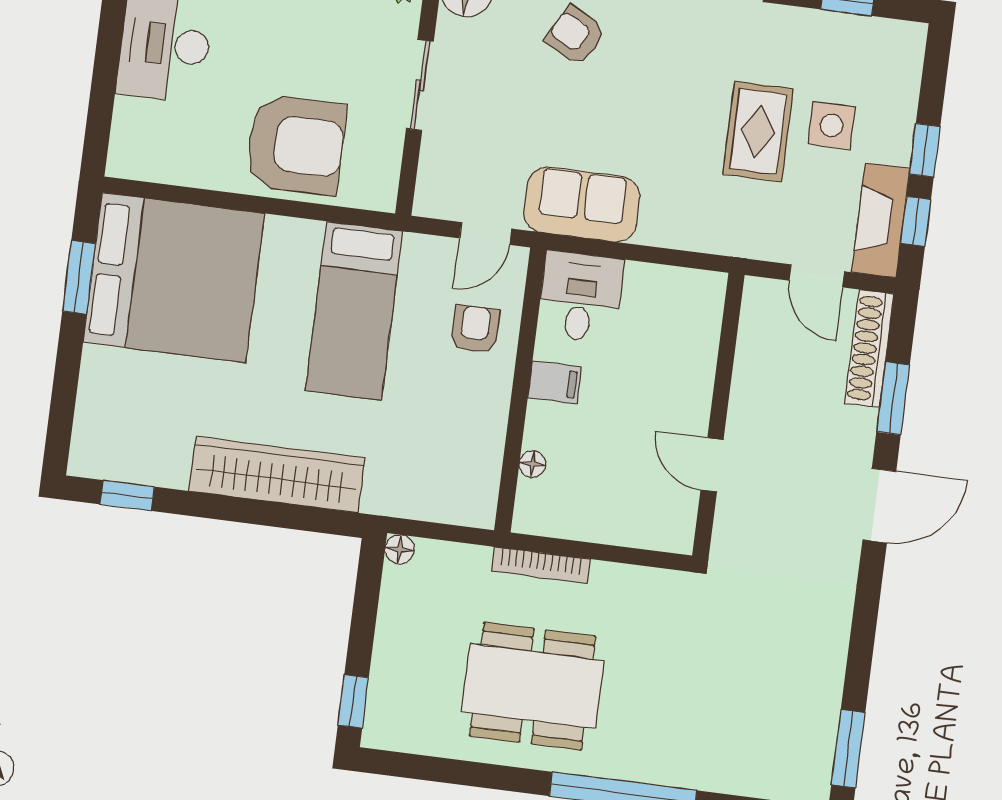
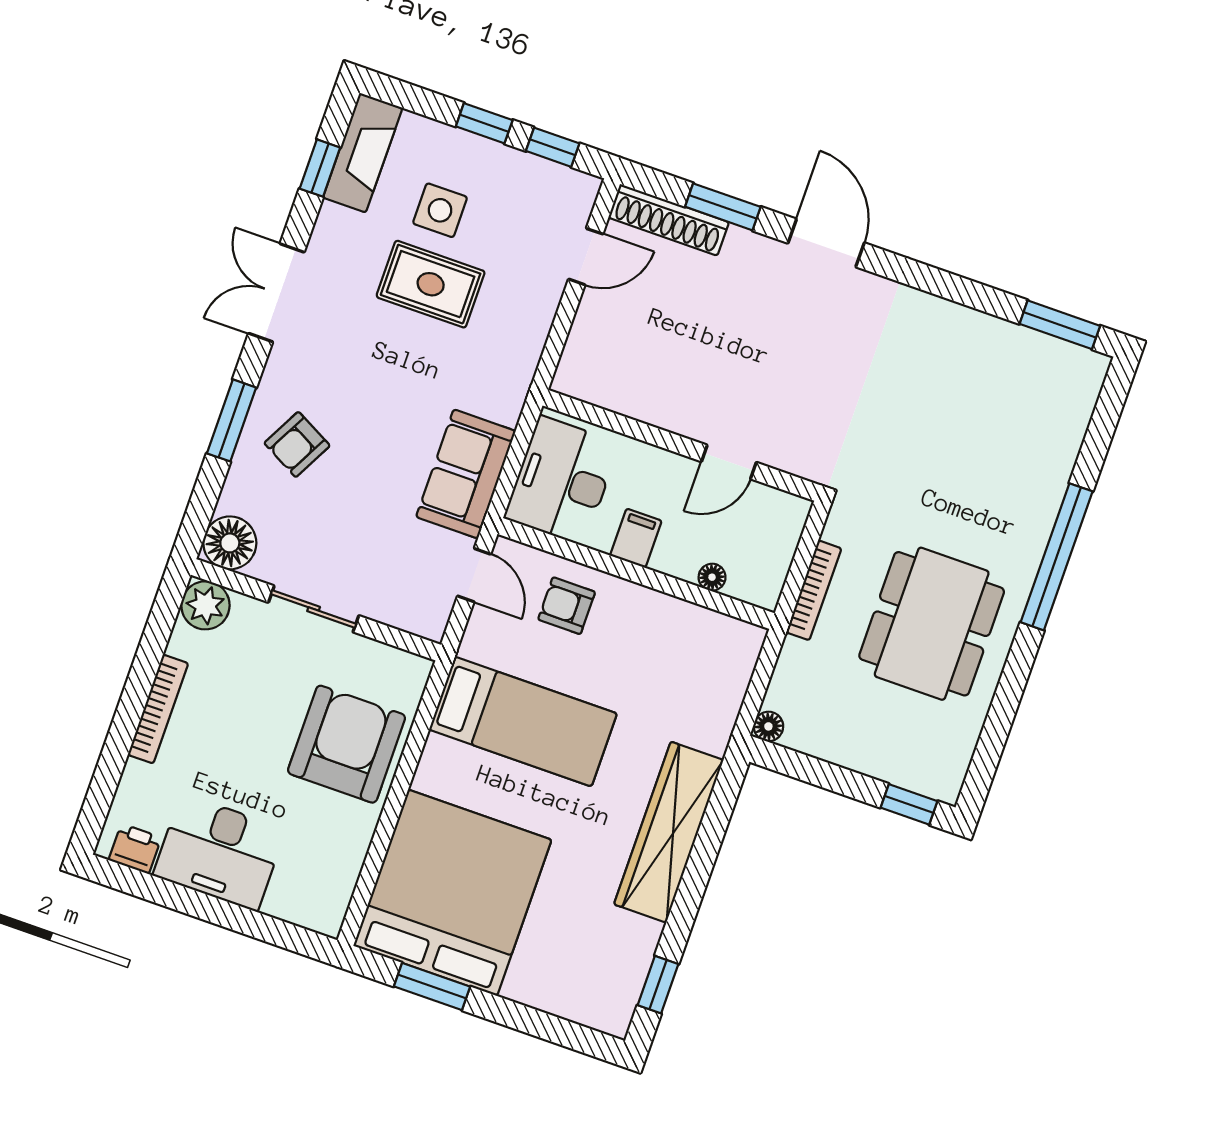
fireplace: (881, 220) -> (363, 153), moved, turned -90
desk: (580, 297) -> (562, 481), width x1.37
wall: (718, 415) -> (681, 445), moved
door: (712, 465) -> (729, 462), moved

